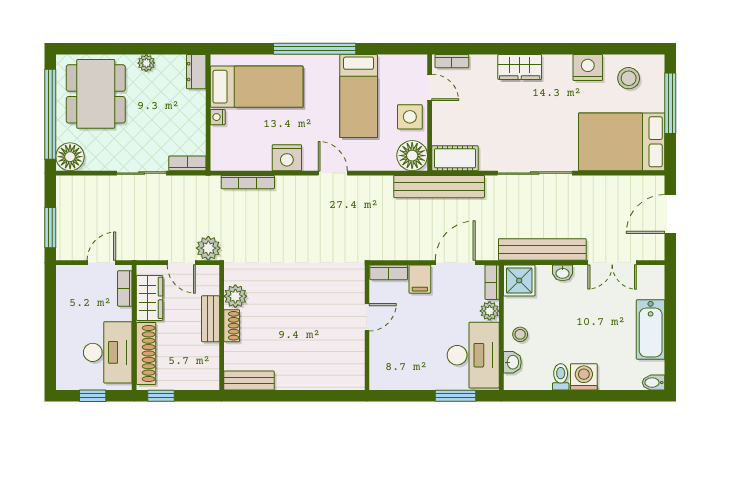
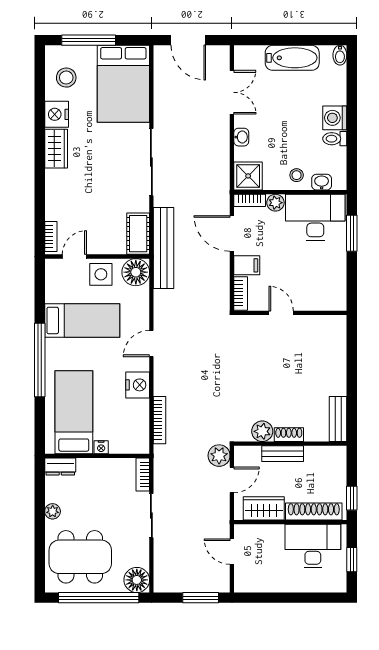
wardrobe: (520, 67) -> (56, 149), moved
bench: (542, 249) -> (220, 155), removed
bookcase: (125, 288) -> (255, 531), removed

